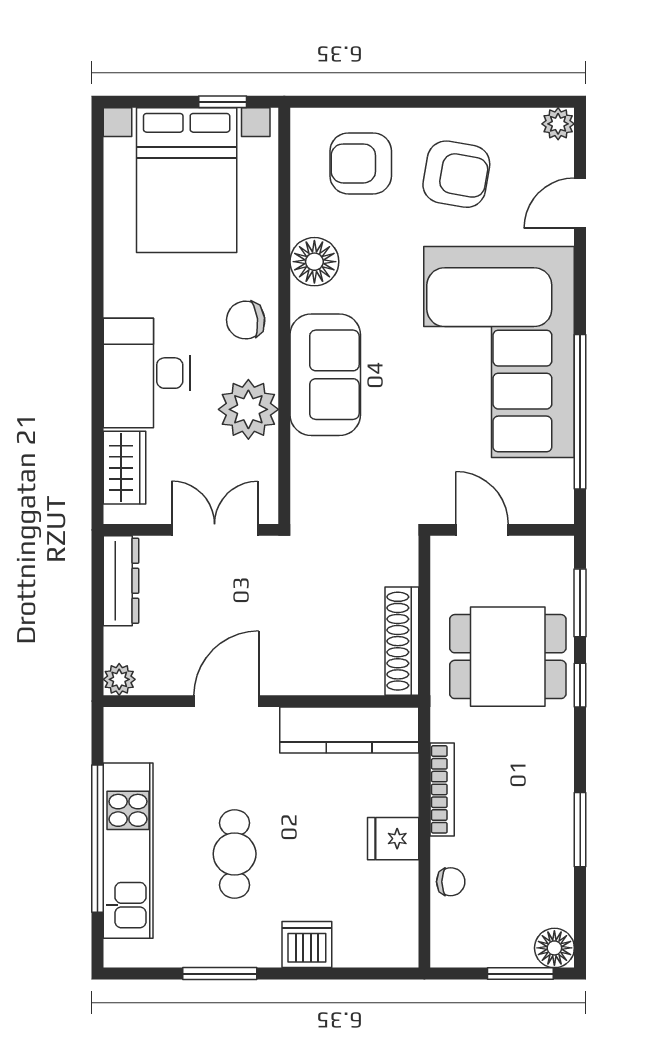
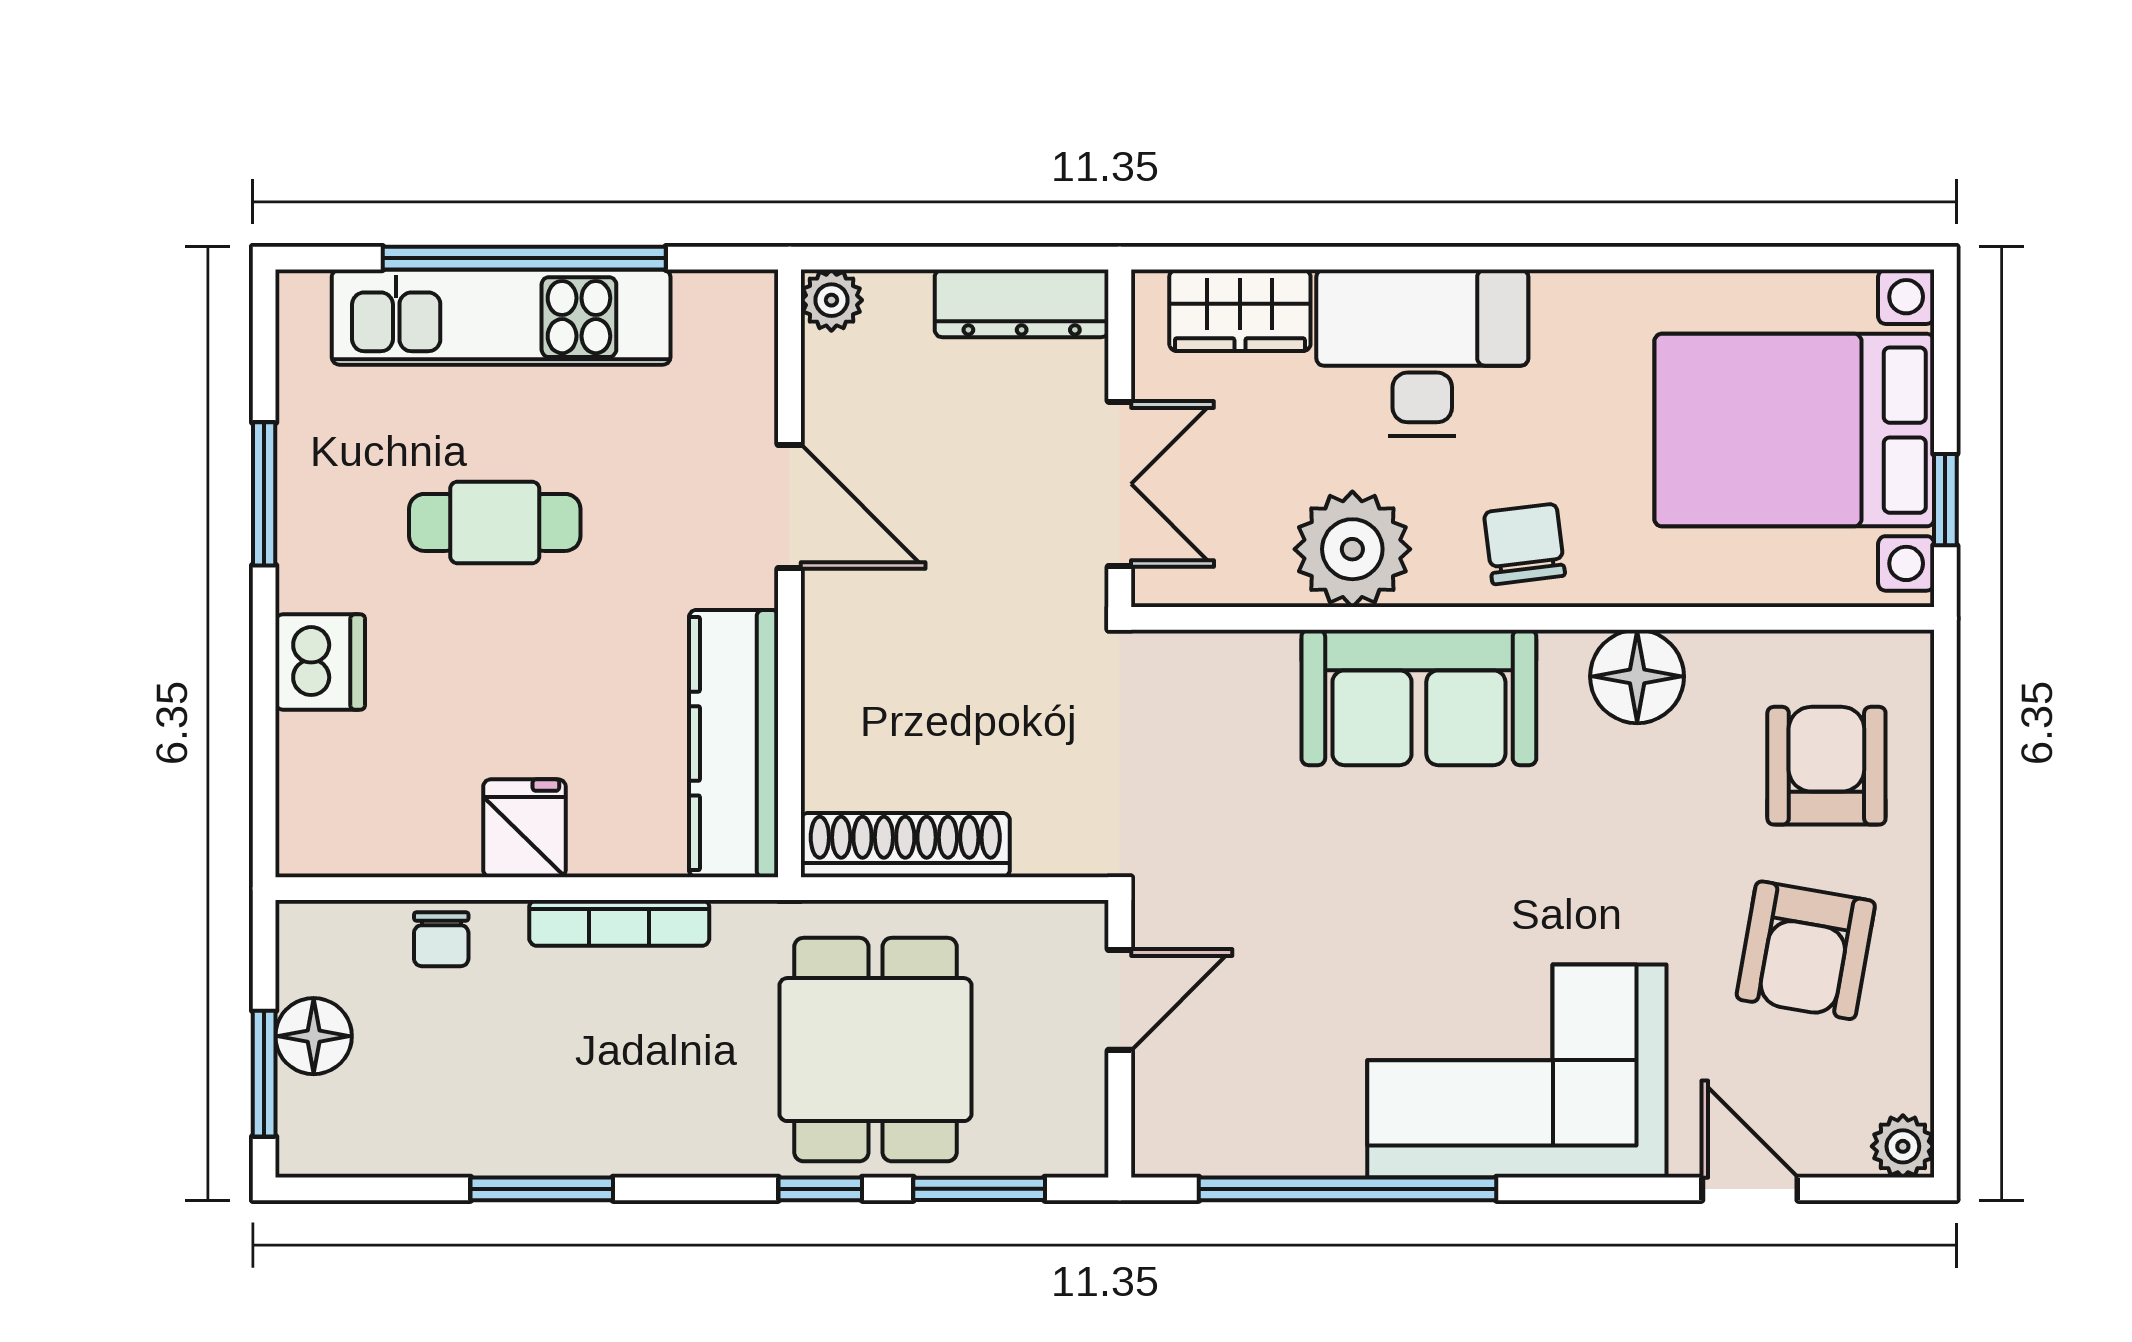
corner sofa: (499, 352) -> (1517, 1071), width x0.73, depth x0.74
floor lamp: (554, 948) -> (314, 1036), moved

